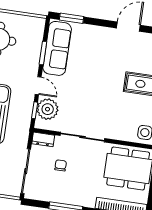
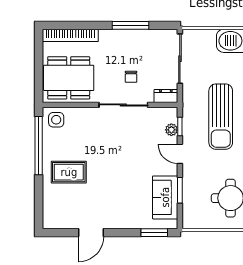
sofa: (57, 48) -> (165, 197), width x0.73
plant: (48, 109) -> (171, 130), width x0.53, depth x0.53
chair: (61, 165) -> (131, 77), moved

